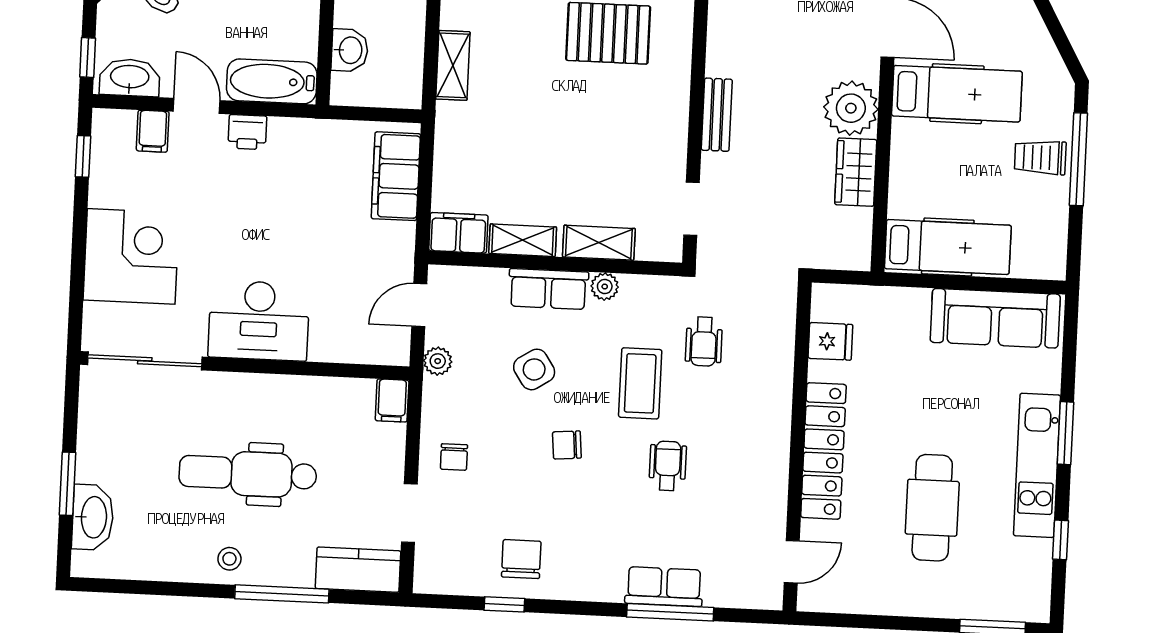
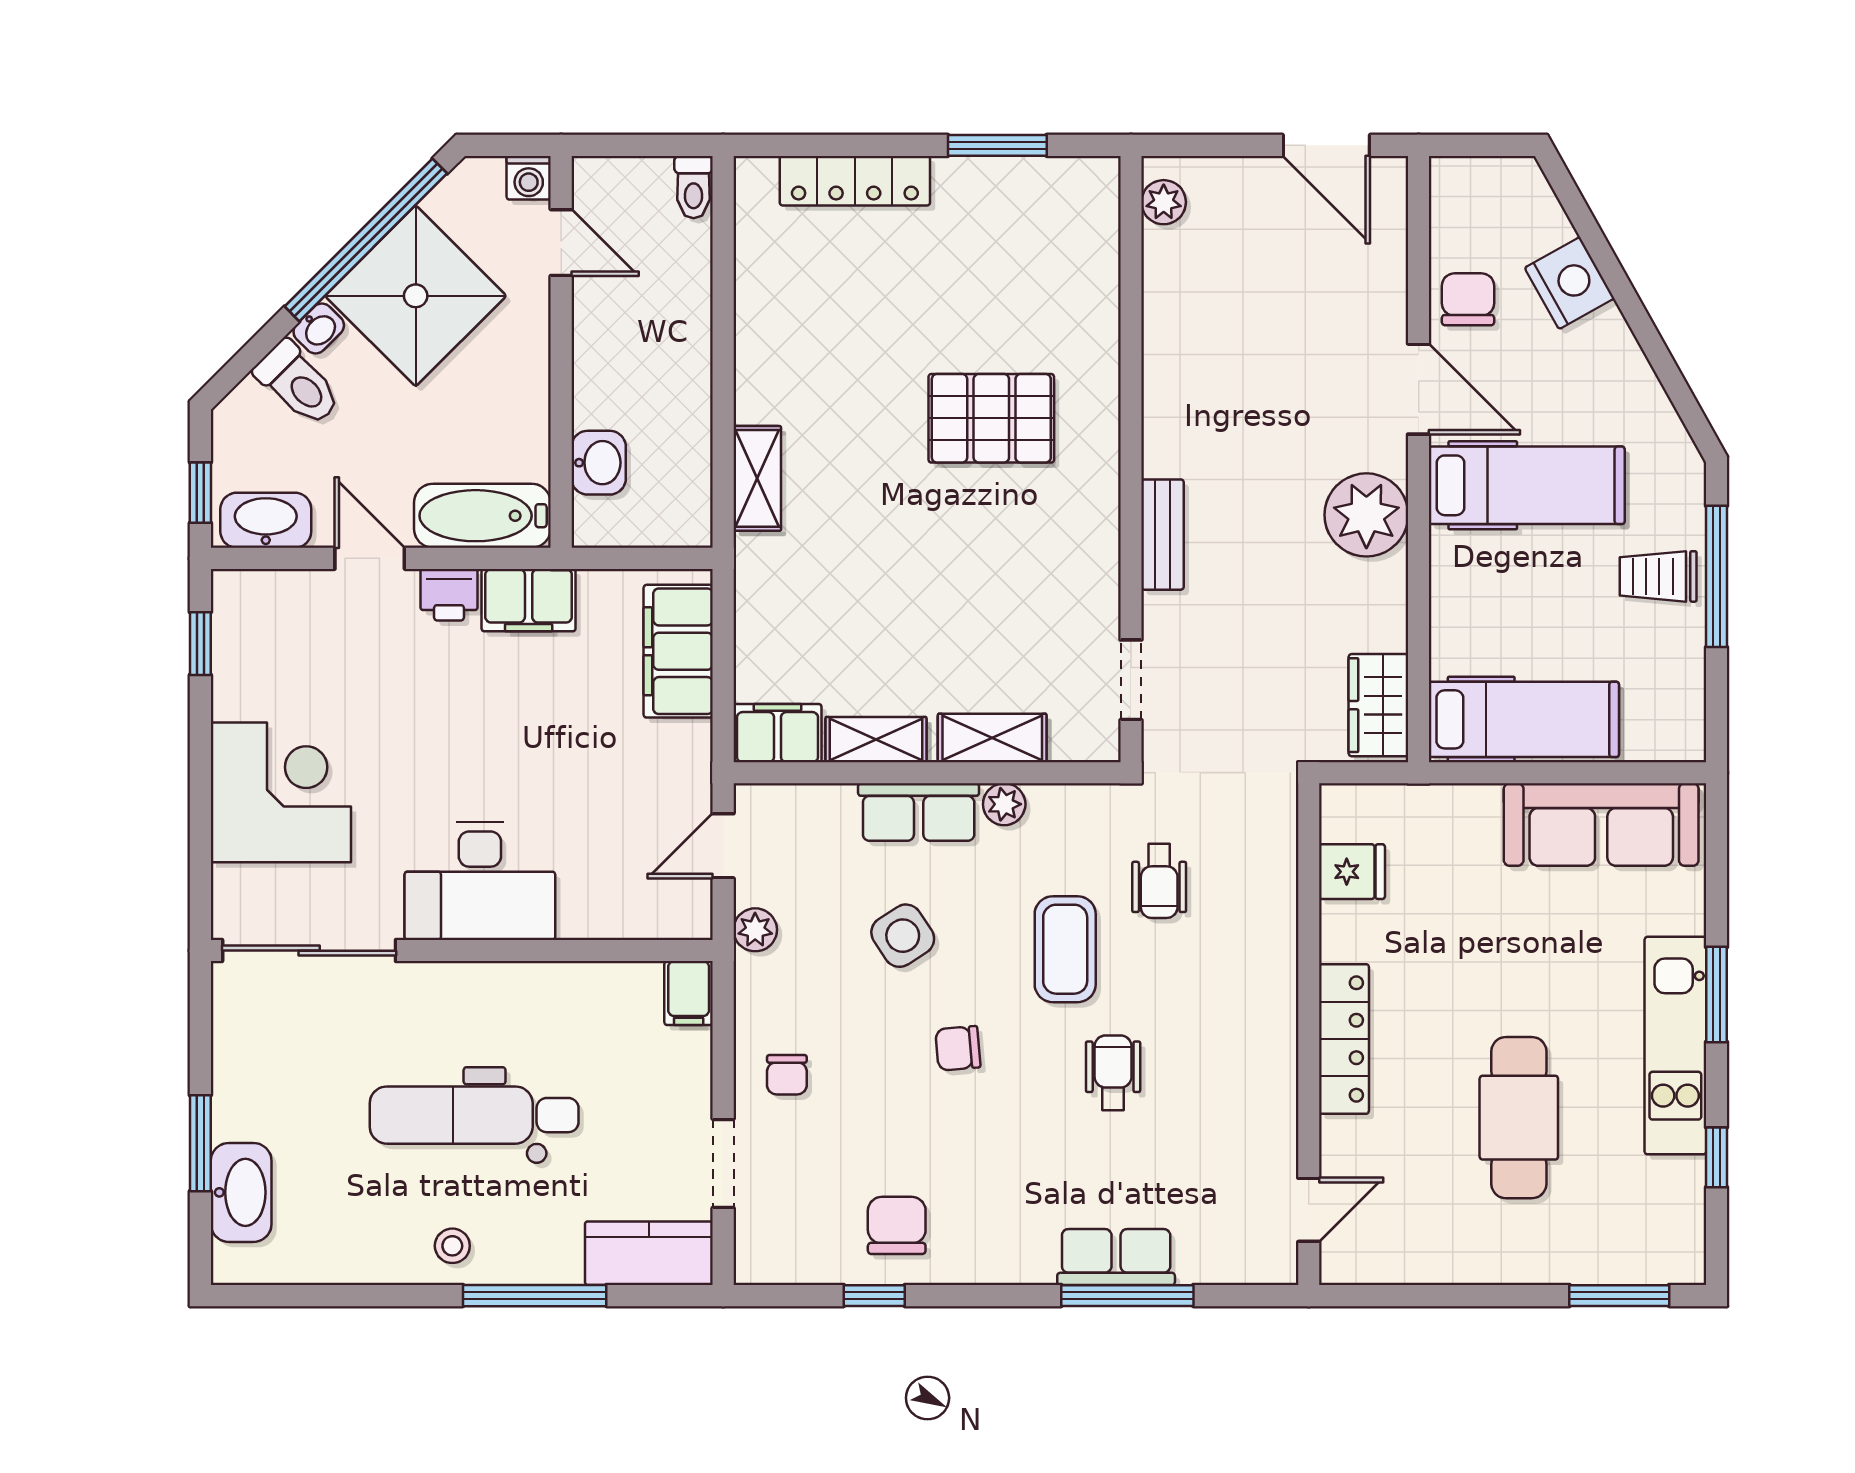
filing cabinet: (153, 131) -> (529, 600), moved, width x2.00
wardrobe: (856, 172) -> (1378, 705), moved
locker: (823, 451) -> (1344, 1039), width x0.71, depth x0.83

